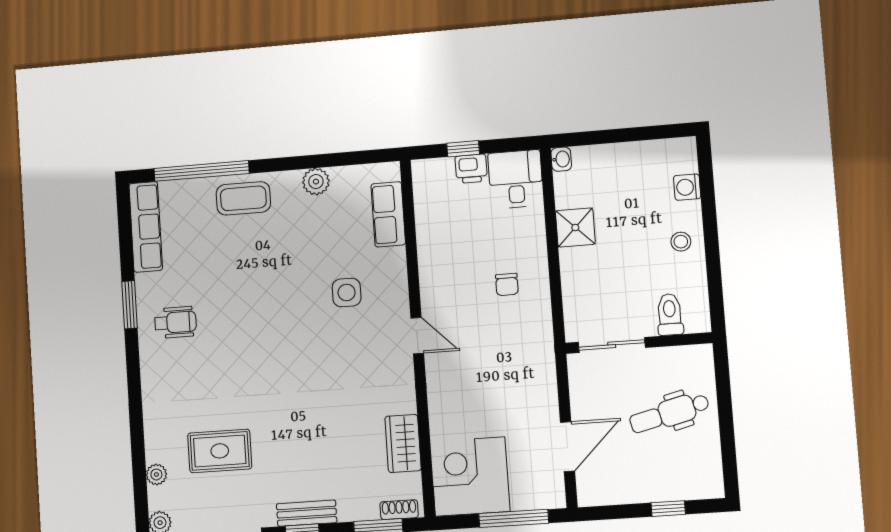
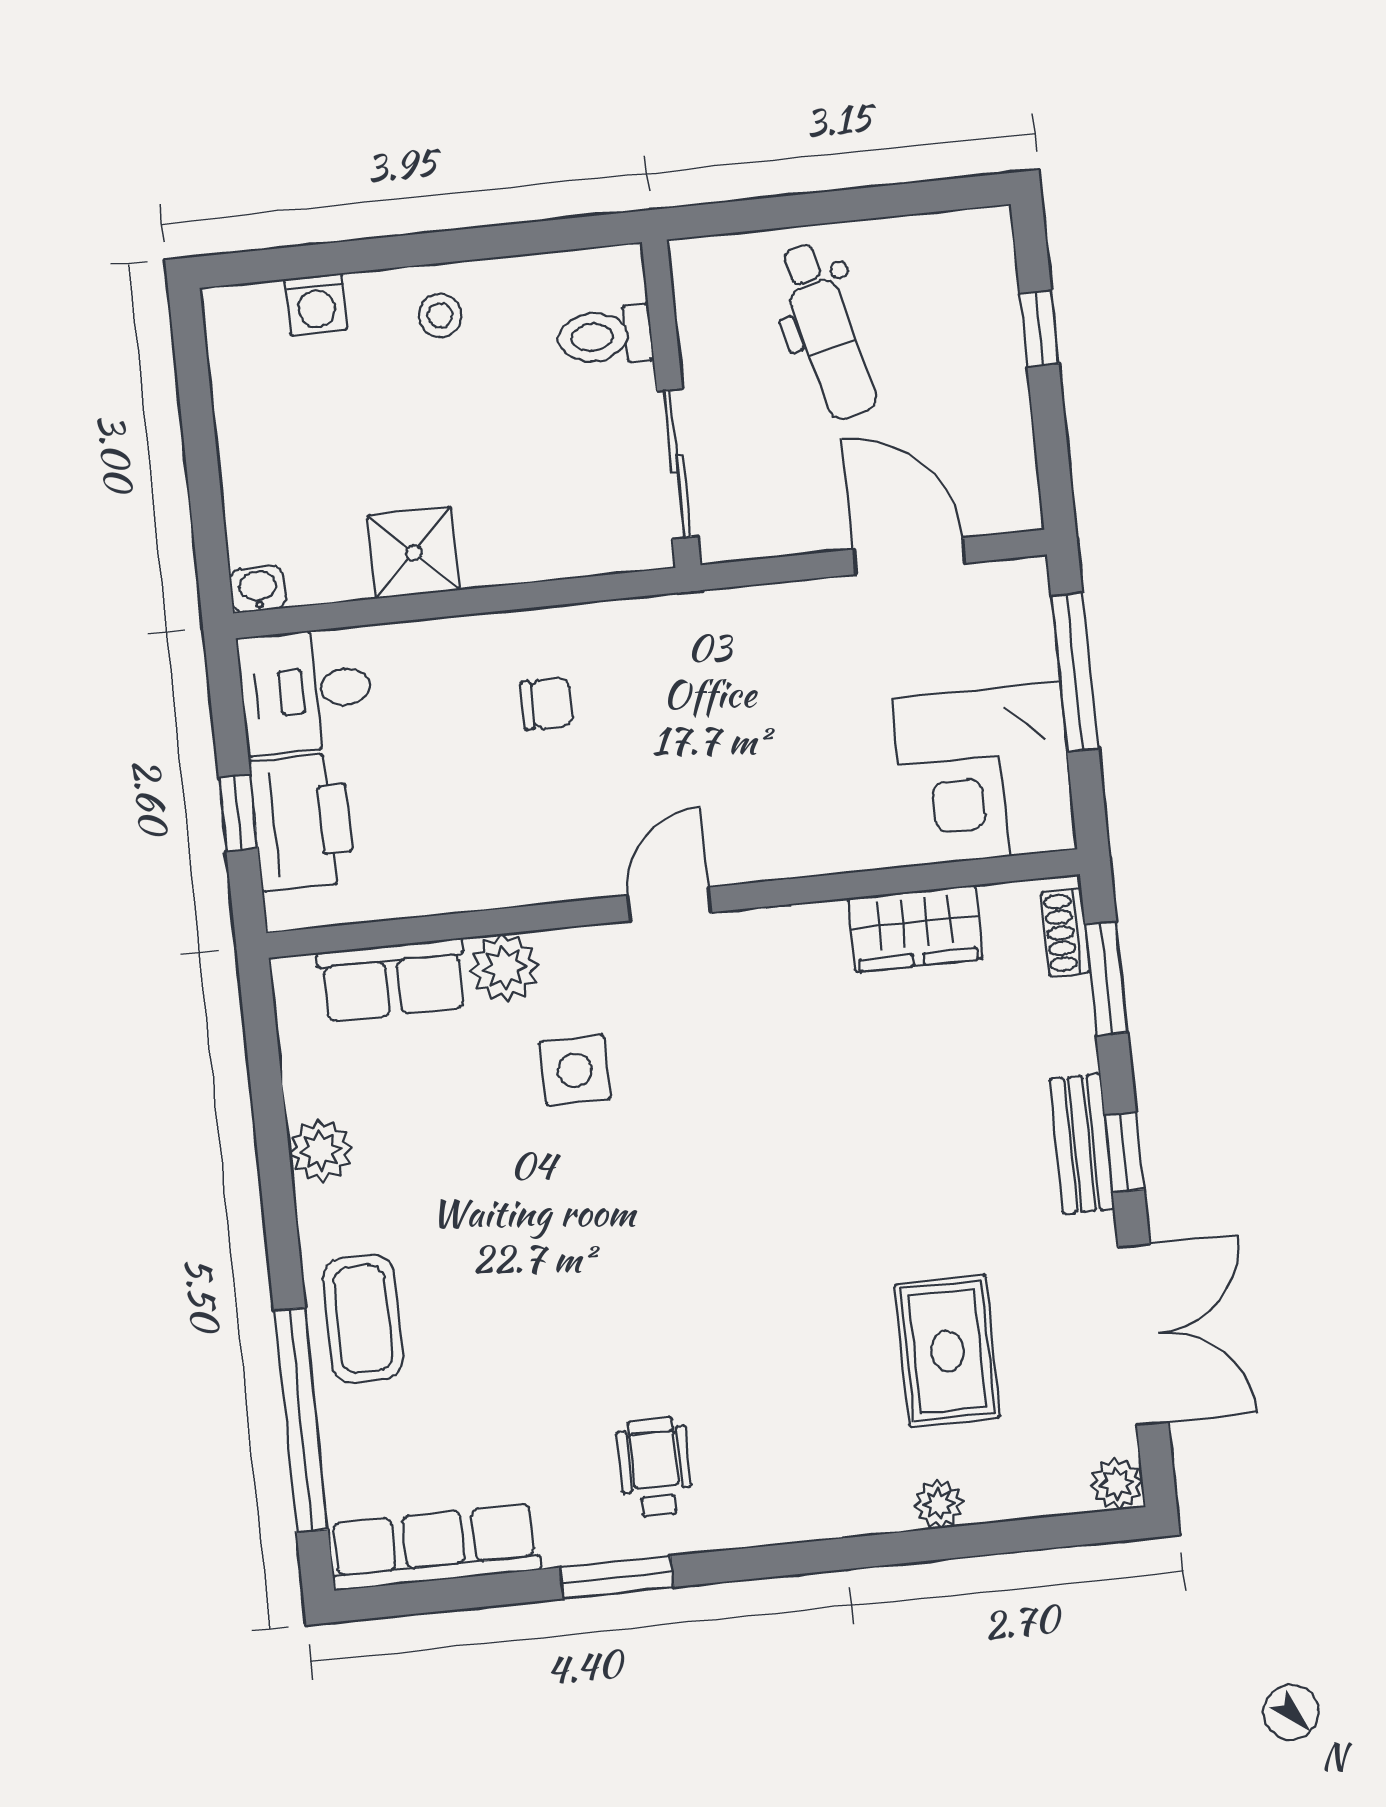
printer: (471, 169) -> (302, 822), width x1.87, depth x1.48
plant: (392, 263) -> (505, 968), added
plant: (156, 474) -> (939, 1504), moved

